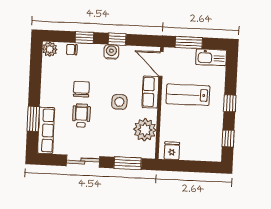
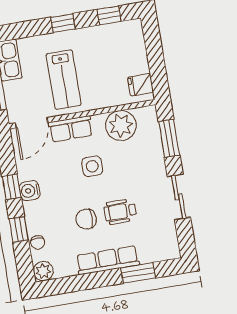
row of seats: (46, 130) -> (108, 260), moved

